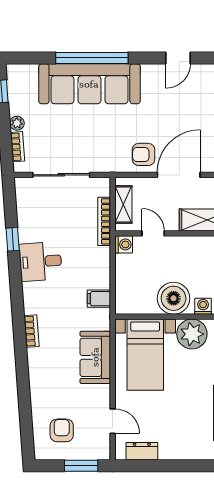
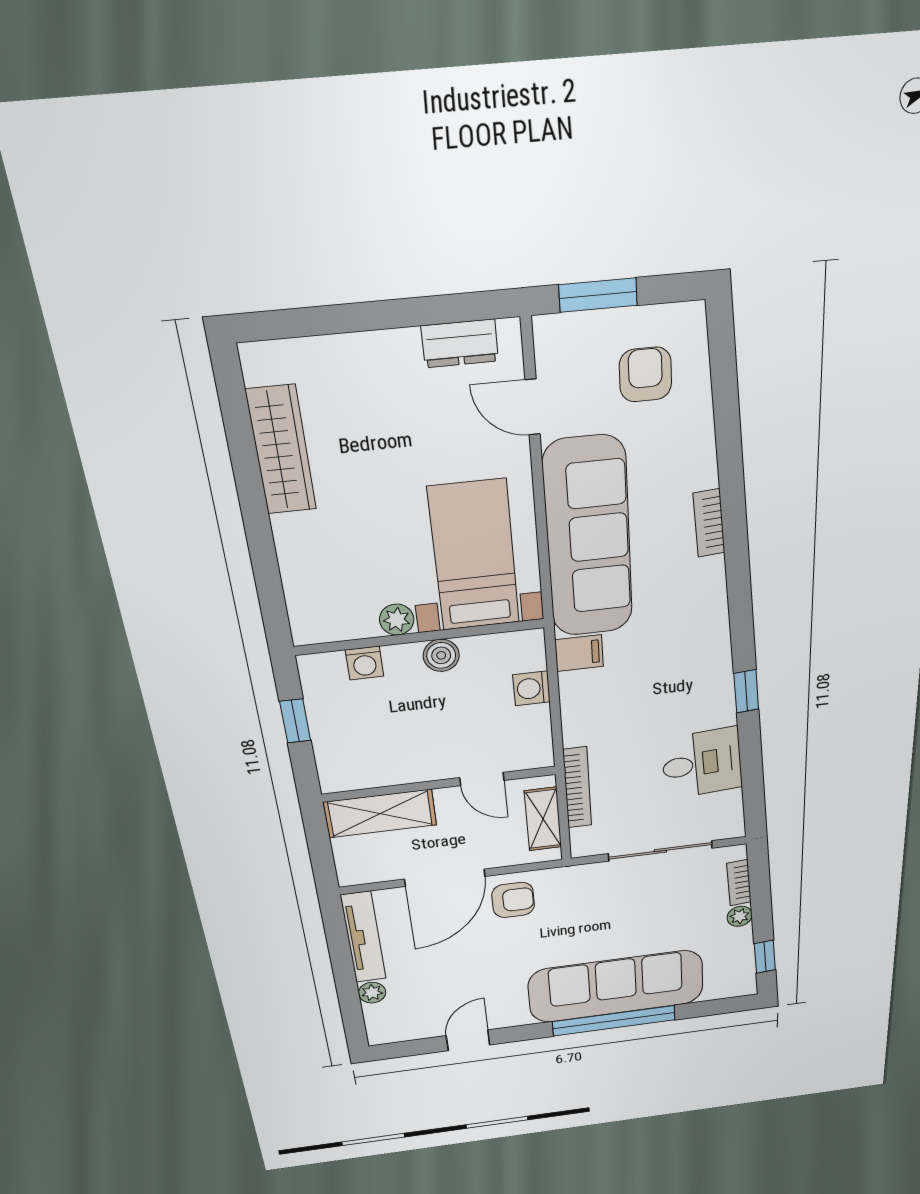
window: (13, 239) -> (746, 691), moved
washing machine: (124, 244) -> (532, 688), moved
desk: (40, 261) -> (702, 763), moved
boiler: (174, 298) -> (441, 655), width x0.54, depth x0.54
bookcase: (31, 331) -> (709, 523), moved
plant: (192, 334) -> (397, 620), width x0.53, depth x0.53
sofa: (95, 357) -> (588, 538), width x1.85, depth x1.27
armchair: (62, 430) -> (645, 375), turned 180

